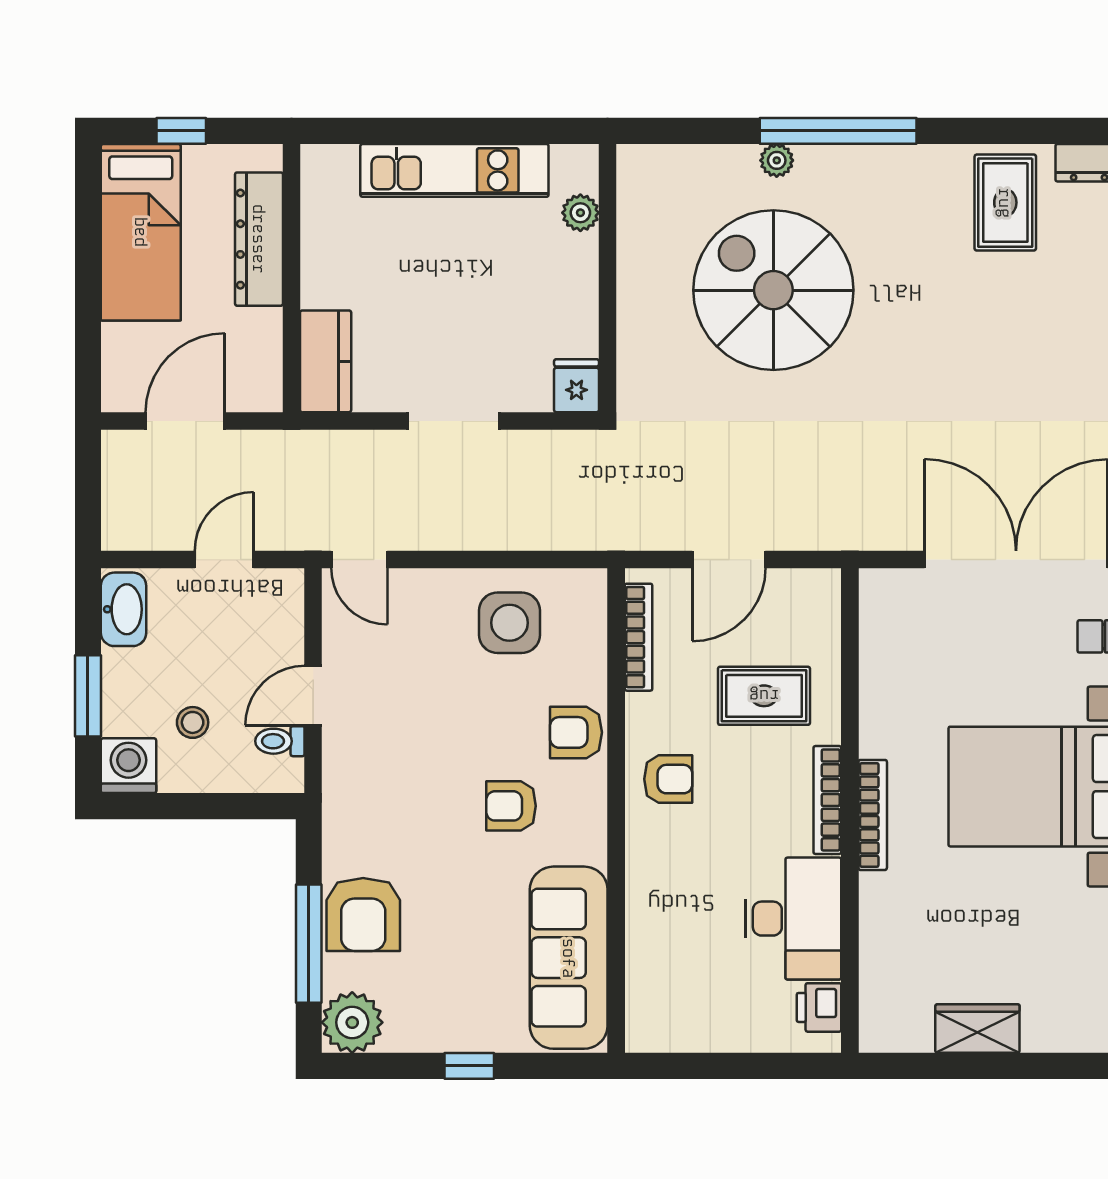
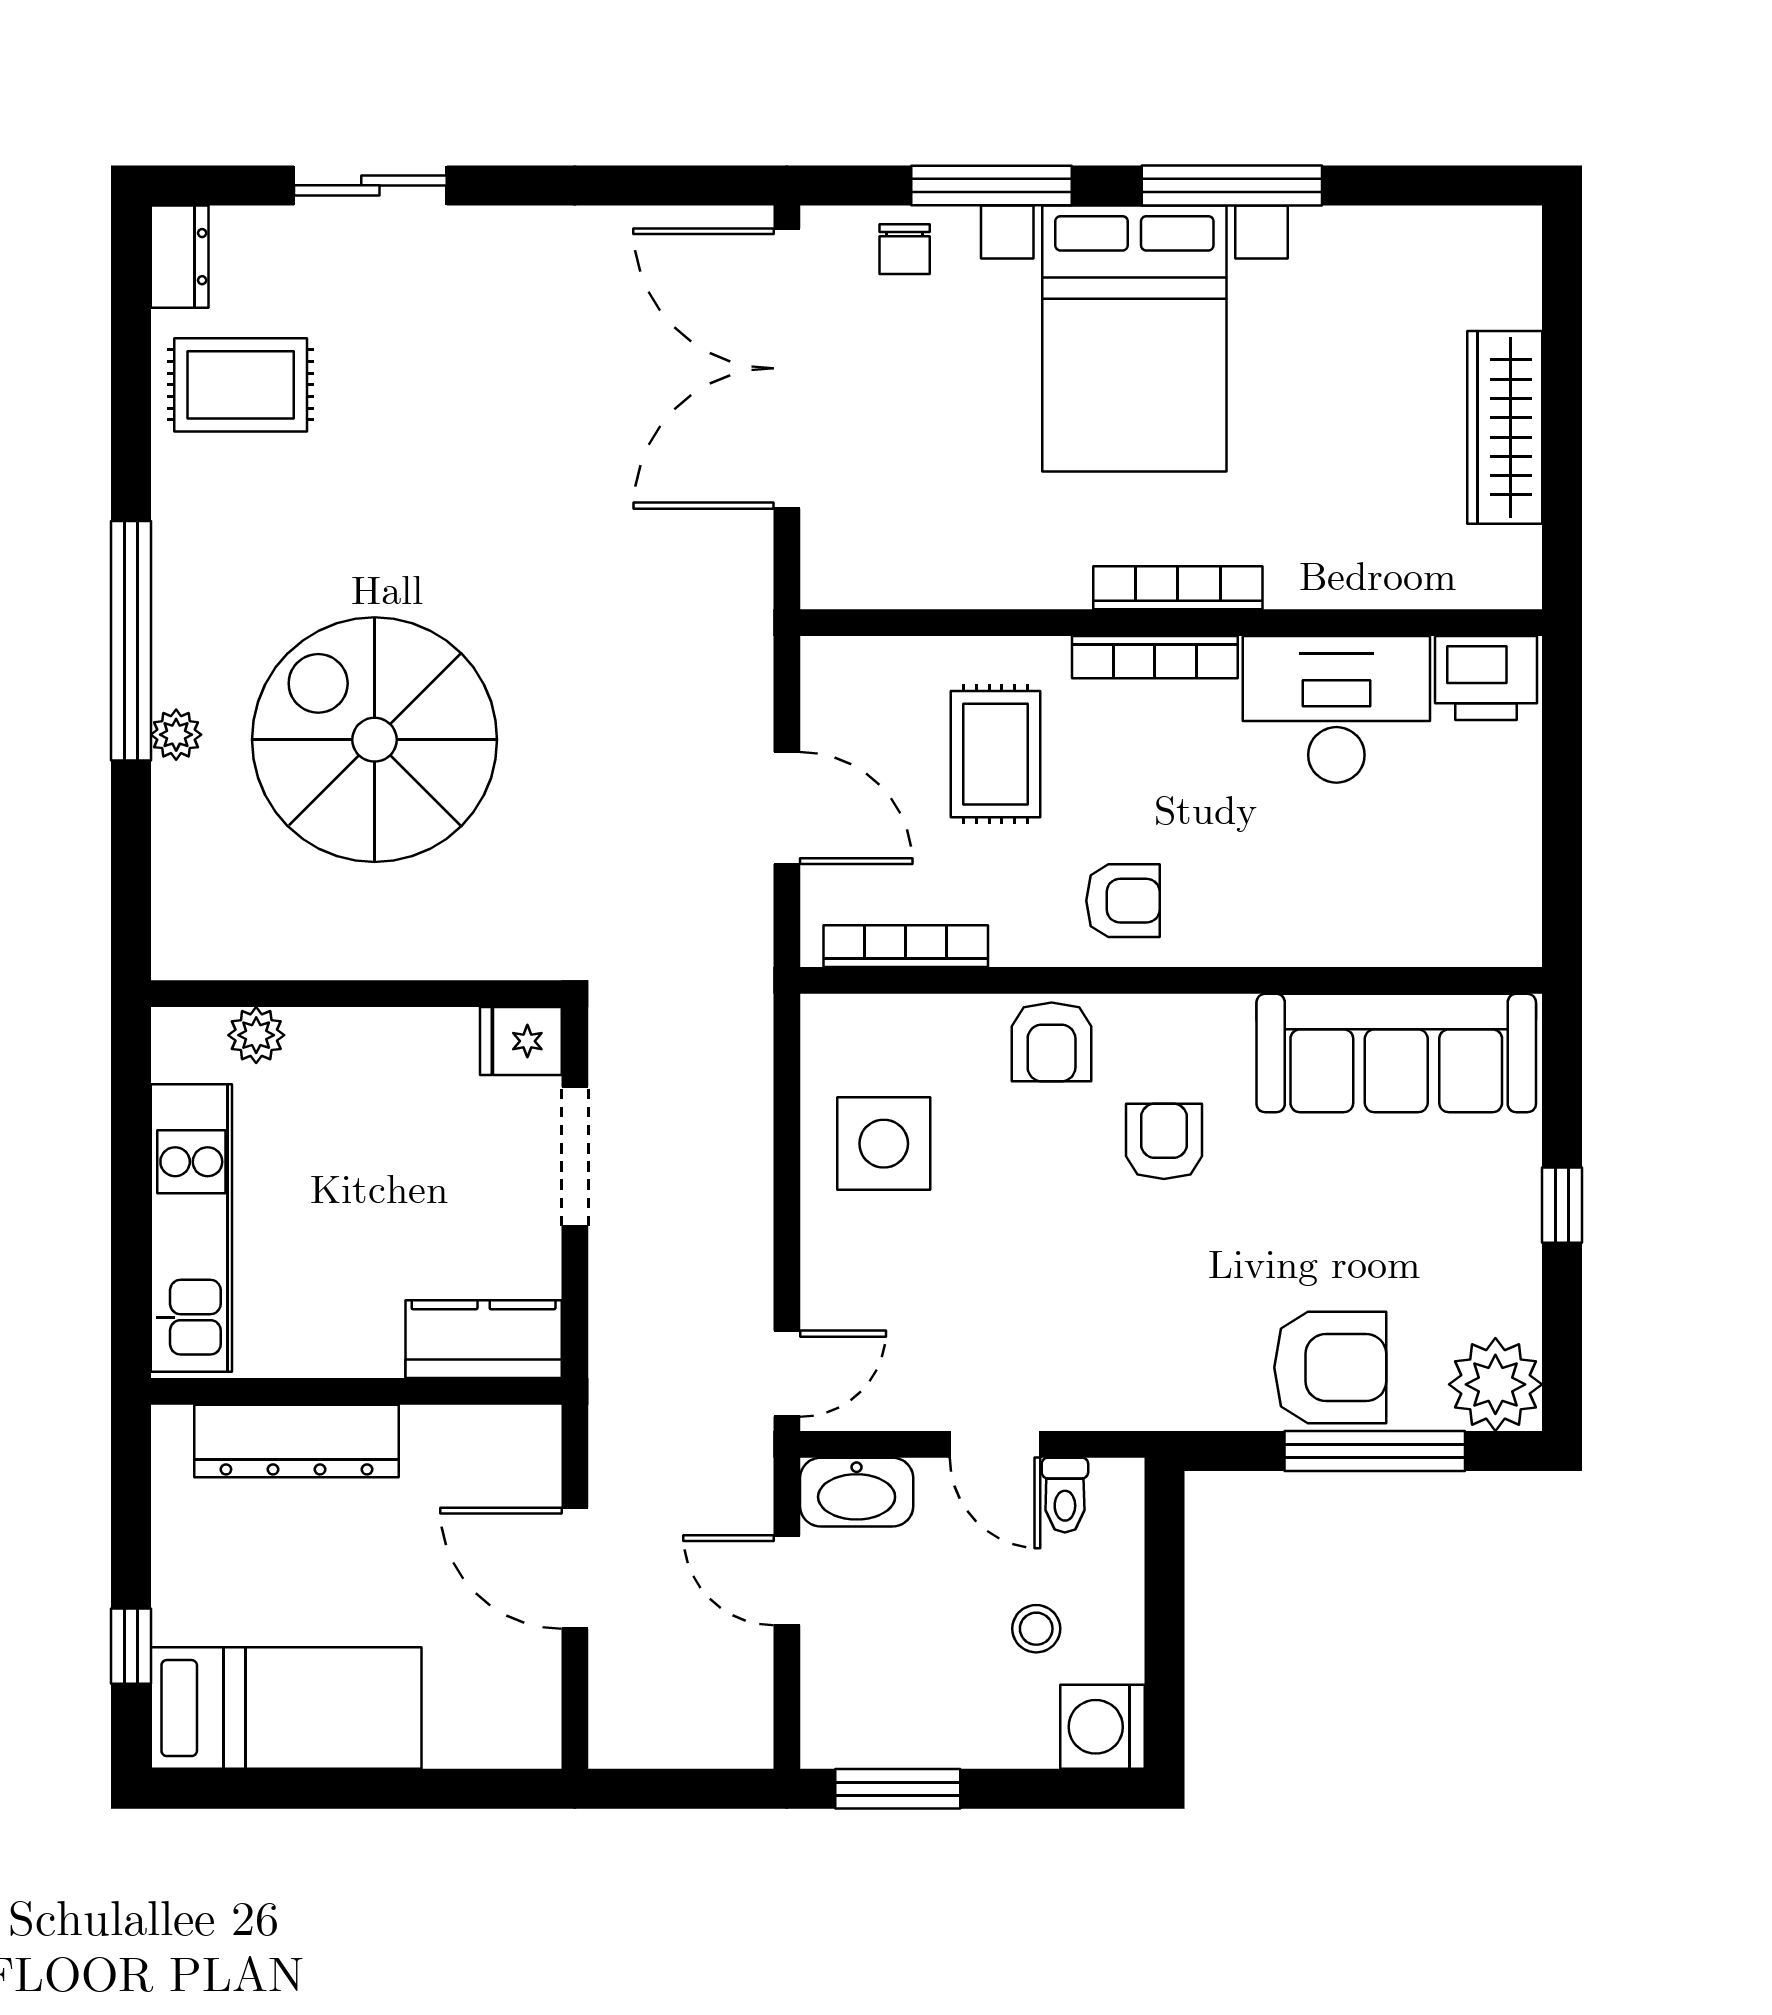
dresser: (259, 239) -> (296, 1441), moved
wall: (291, 278) -> (356, 1391), moved
spiral stairs: (773, 290) -> (375, 740), turned 90
kitchen counter: (326, 361) -> (484, 1339), moved
door: (185, 421) -> (575, 1568), moved
doorway: (454, 421) -> (575, 1156), moved
washbasin: (124, 609) -> (857, 1492), moved, turned 180
window: (88, 696) -> (898, 1789), moved
armchair: (668, 779) -> (1123, 901), turned 90
armchair: (511, 806) -> (1164, 1141), turned 180
printer: (819, 1007) -> (1486, 678), width x1.36, depth x1.24
wardrobe: (977, 1029) -> (1505, 427), width x1.50

